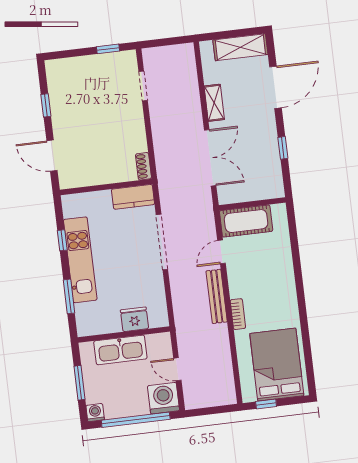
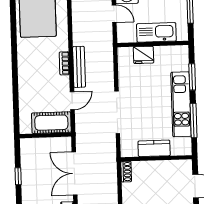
kitchen counter: (133, 197) -> (154, 148), moved
window: (62, 240) -> (194, 120), width x2.17
bookcase: (238, 314) -> (64, 63), moved

